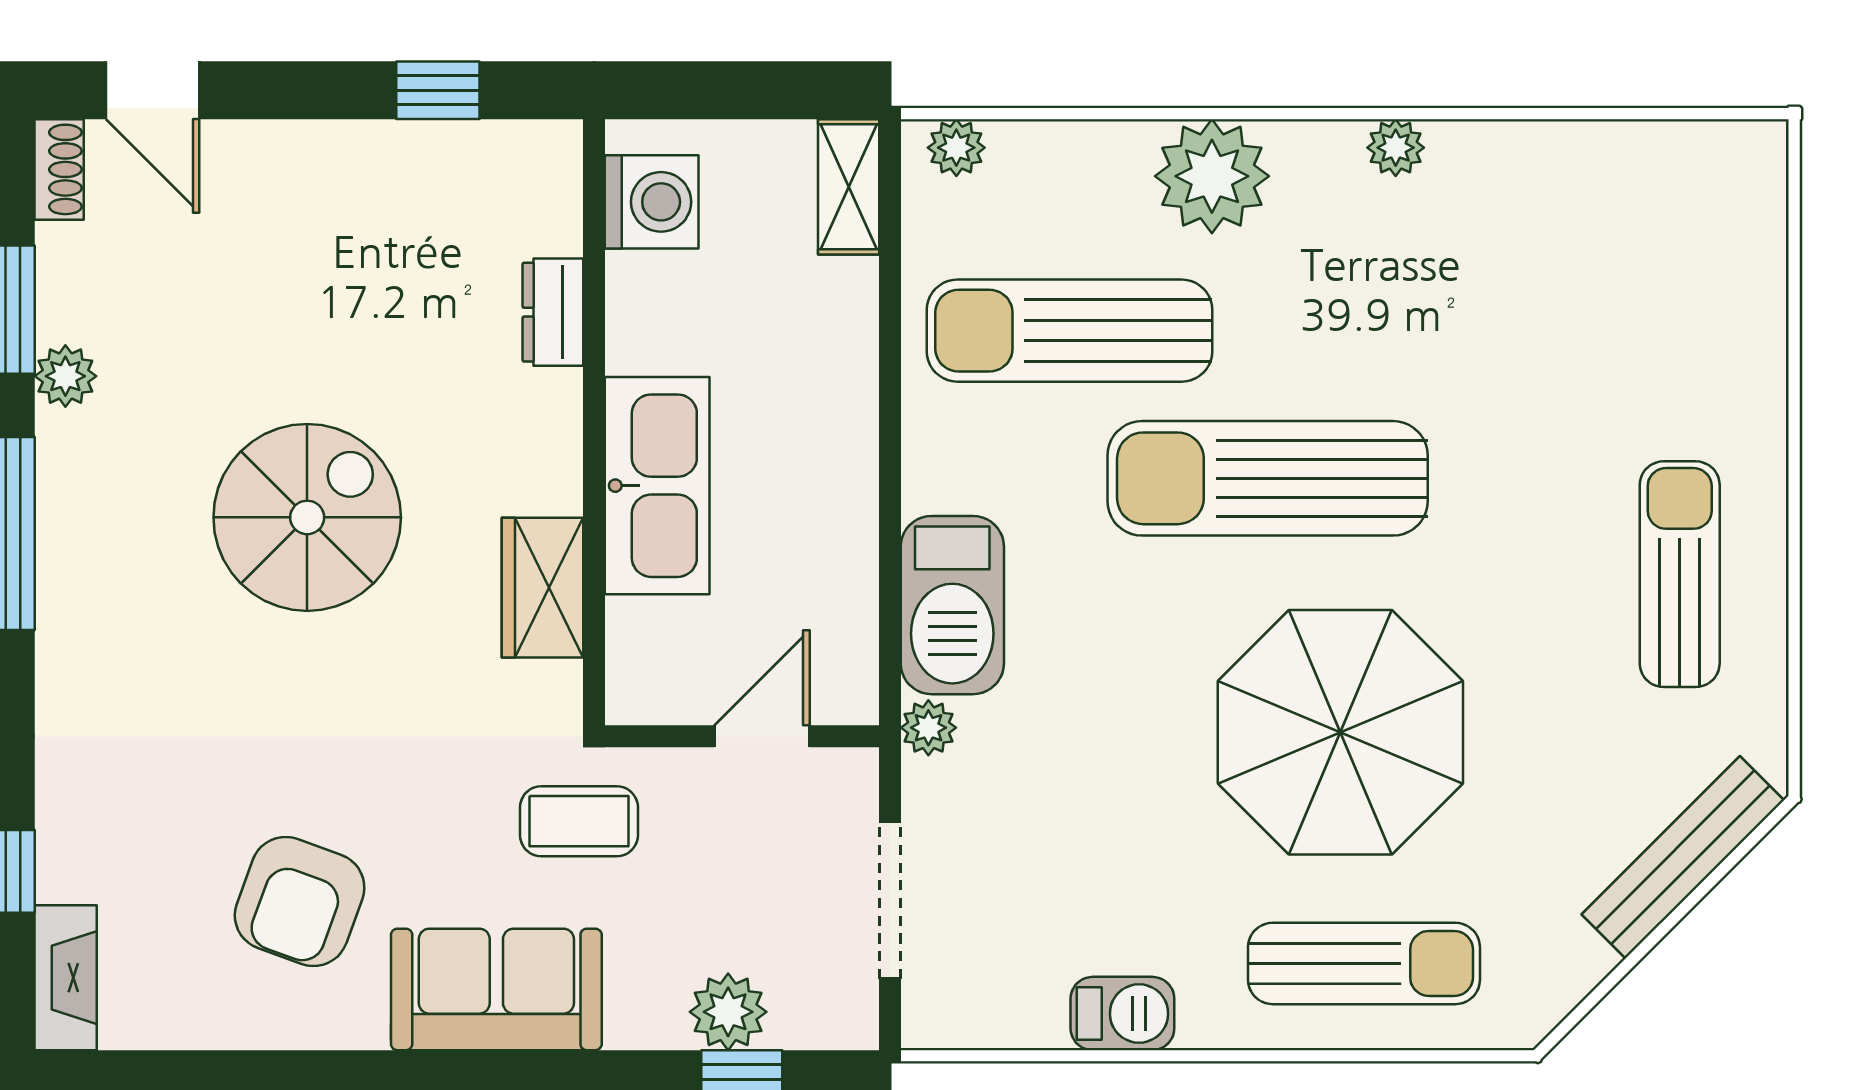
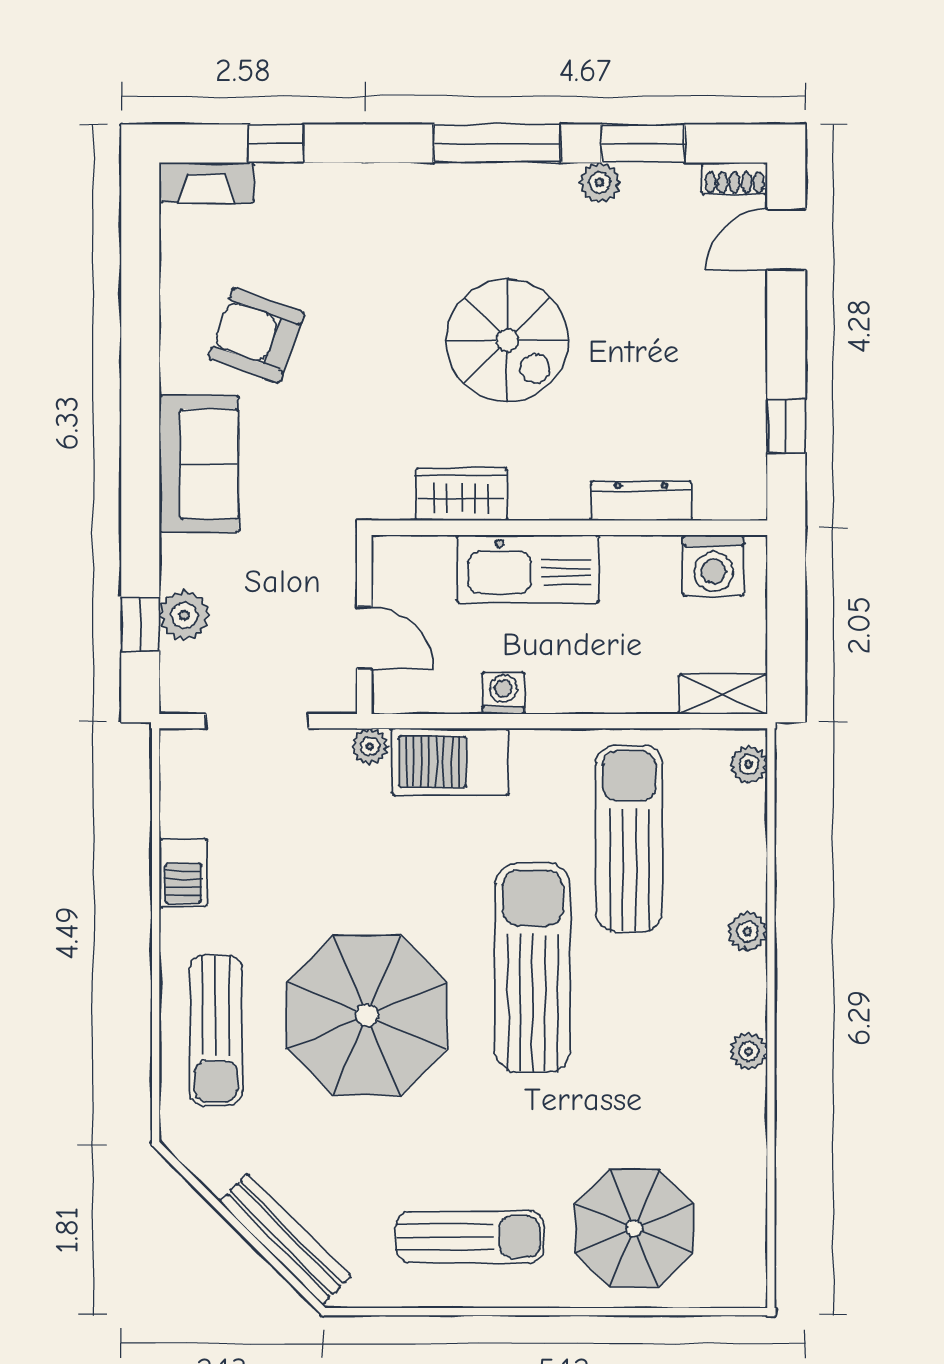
plant: (1212, 176) -> (747, 931), width x0.53, depth x0.53
dresser: (553, 312) -> (641, 501), width x1.44
parasol: (1667, 323) -> (634, 1228), added
washing machine: (847, 523) -> (503, 693), added
coffee table: (579, 821) -> (309, 518), removed

